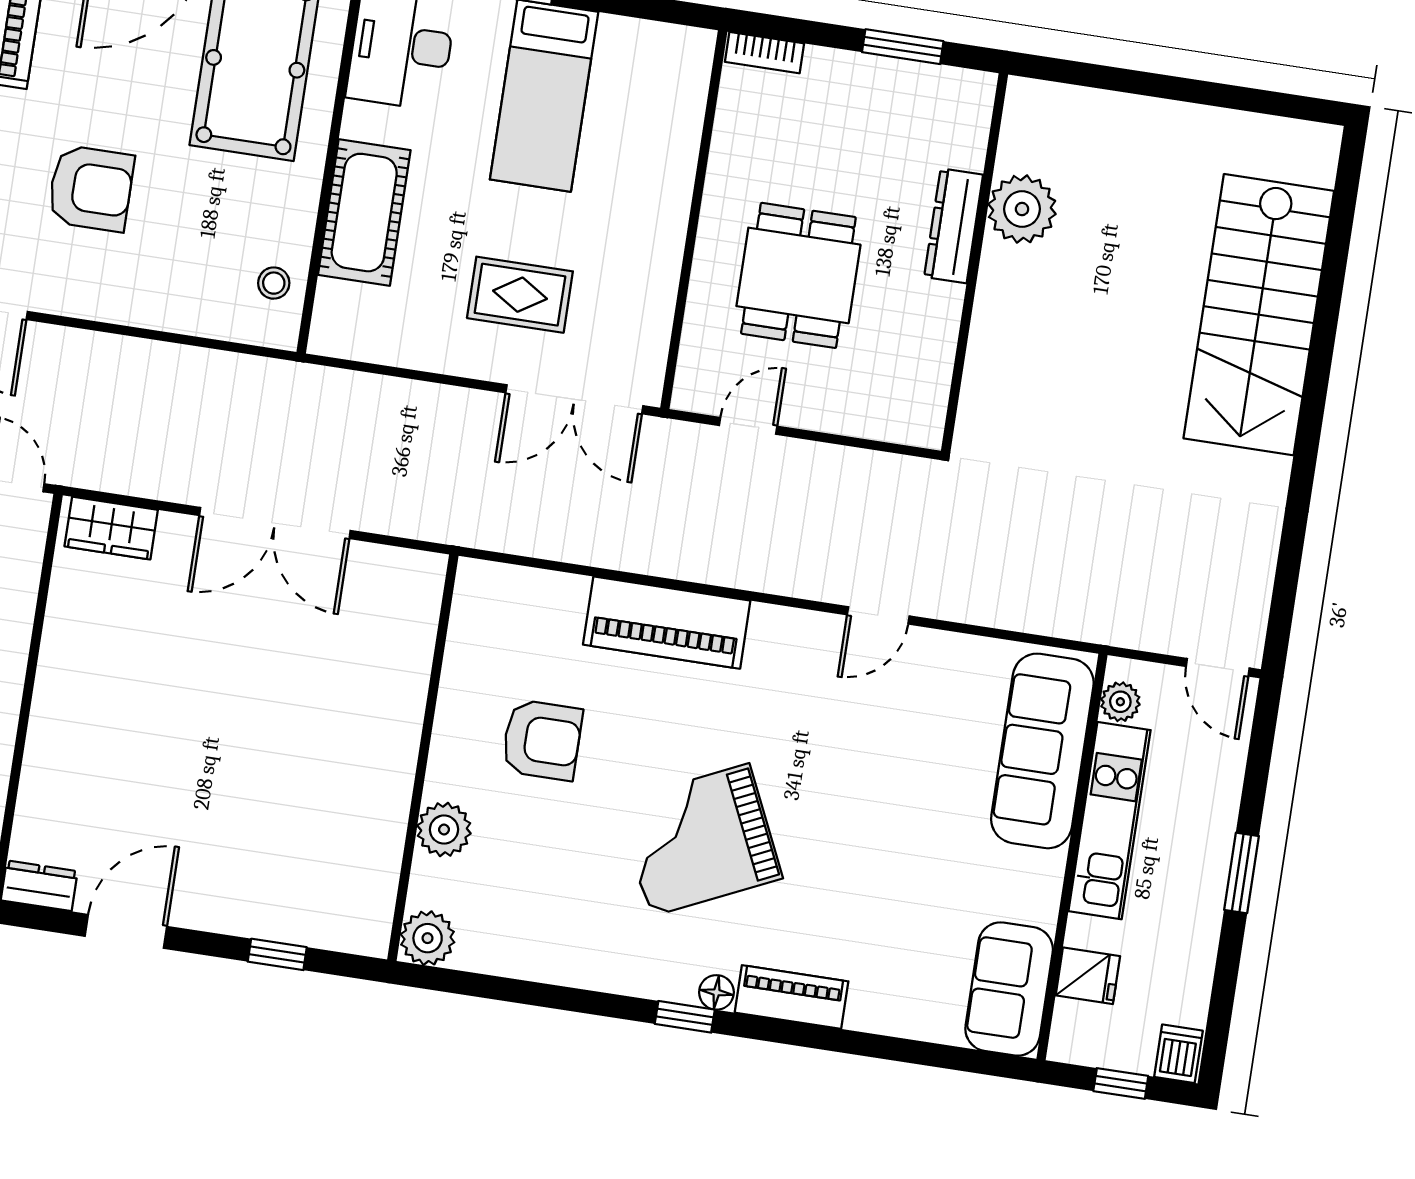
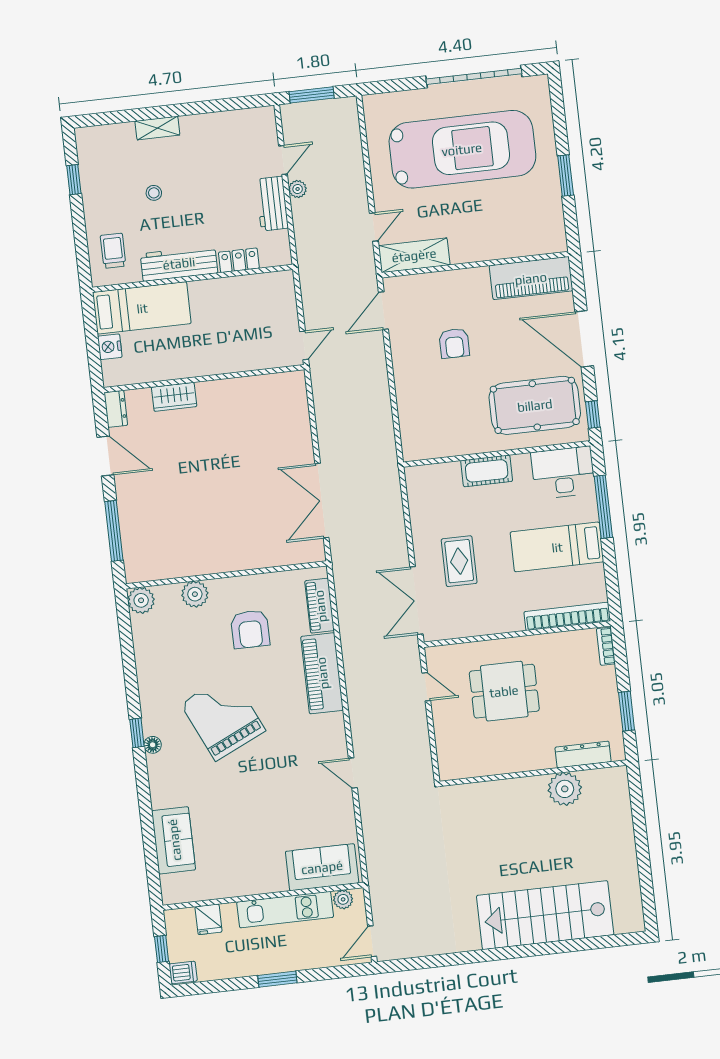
bookcase: (686, 113) -> (567, 616), added
armchair: (91, 188) -> (454, 343), width x0.72, depth x0.72
cot: (364, 213) -> (487, 471), width x0.73, depth x0.75
dresser: (954, 226) -> (583, 755), moved
stool: (274, 283) -> (433, 443), removed
double door: (275, 523) -> (322, 501), moved
wardrobe: (111, 528) -> (174, 397), moved, turned -90
sofa: (1042, 751) -> (322, 867), width x0.73
window: (277, 954) -> (114, 531), width x2.17
sofa: (1009, 989) -> (174, 840), moved, turned 90
piano: (792, 997) -> (320, 606), moved, turned 180

